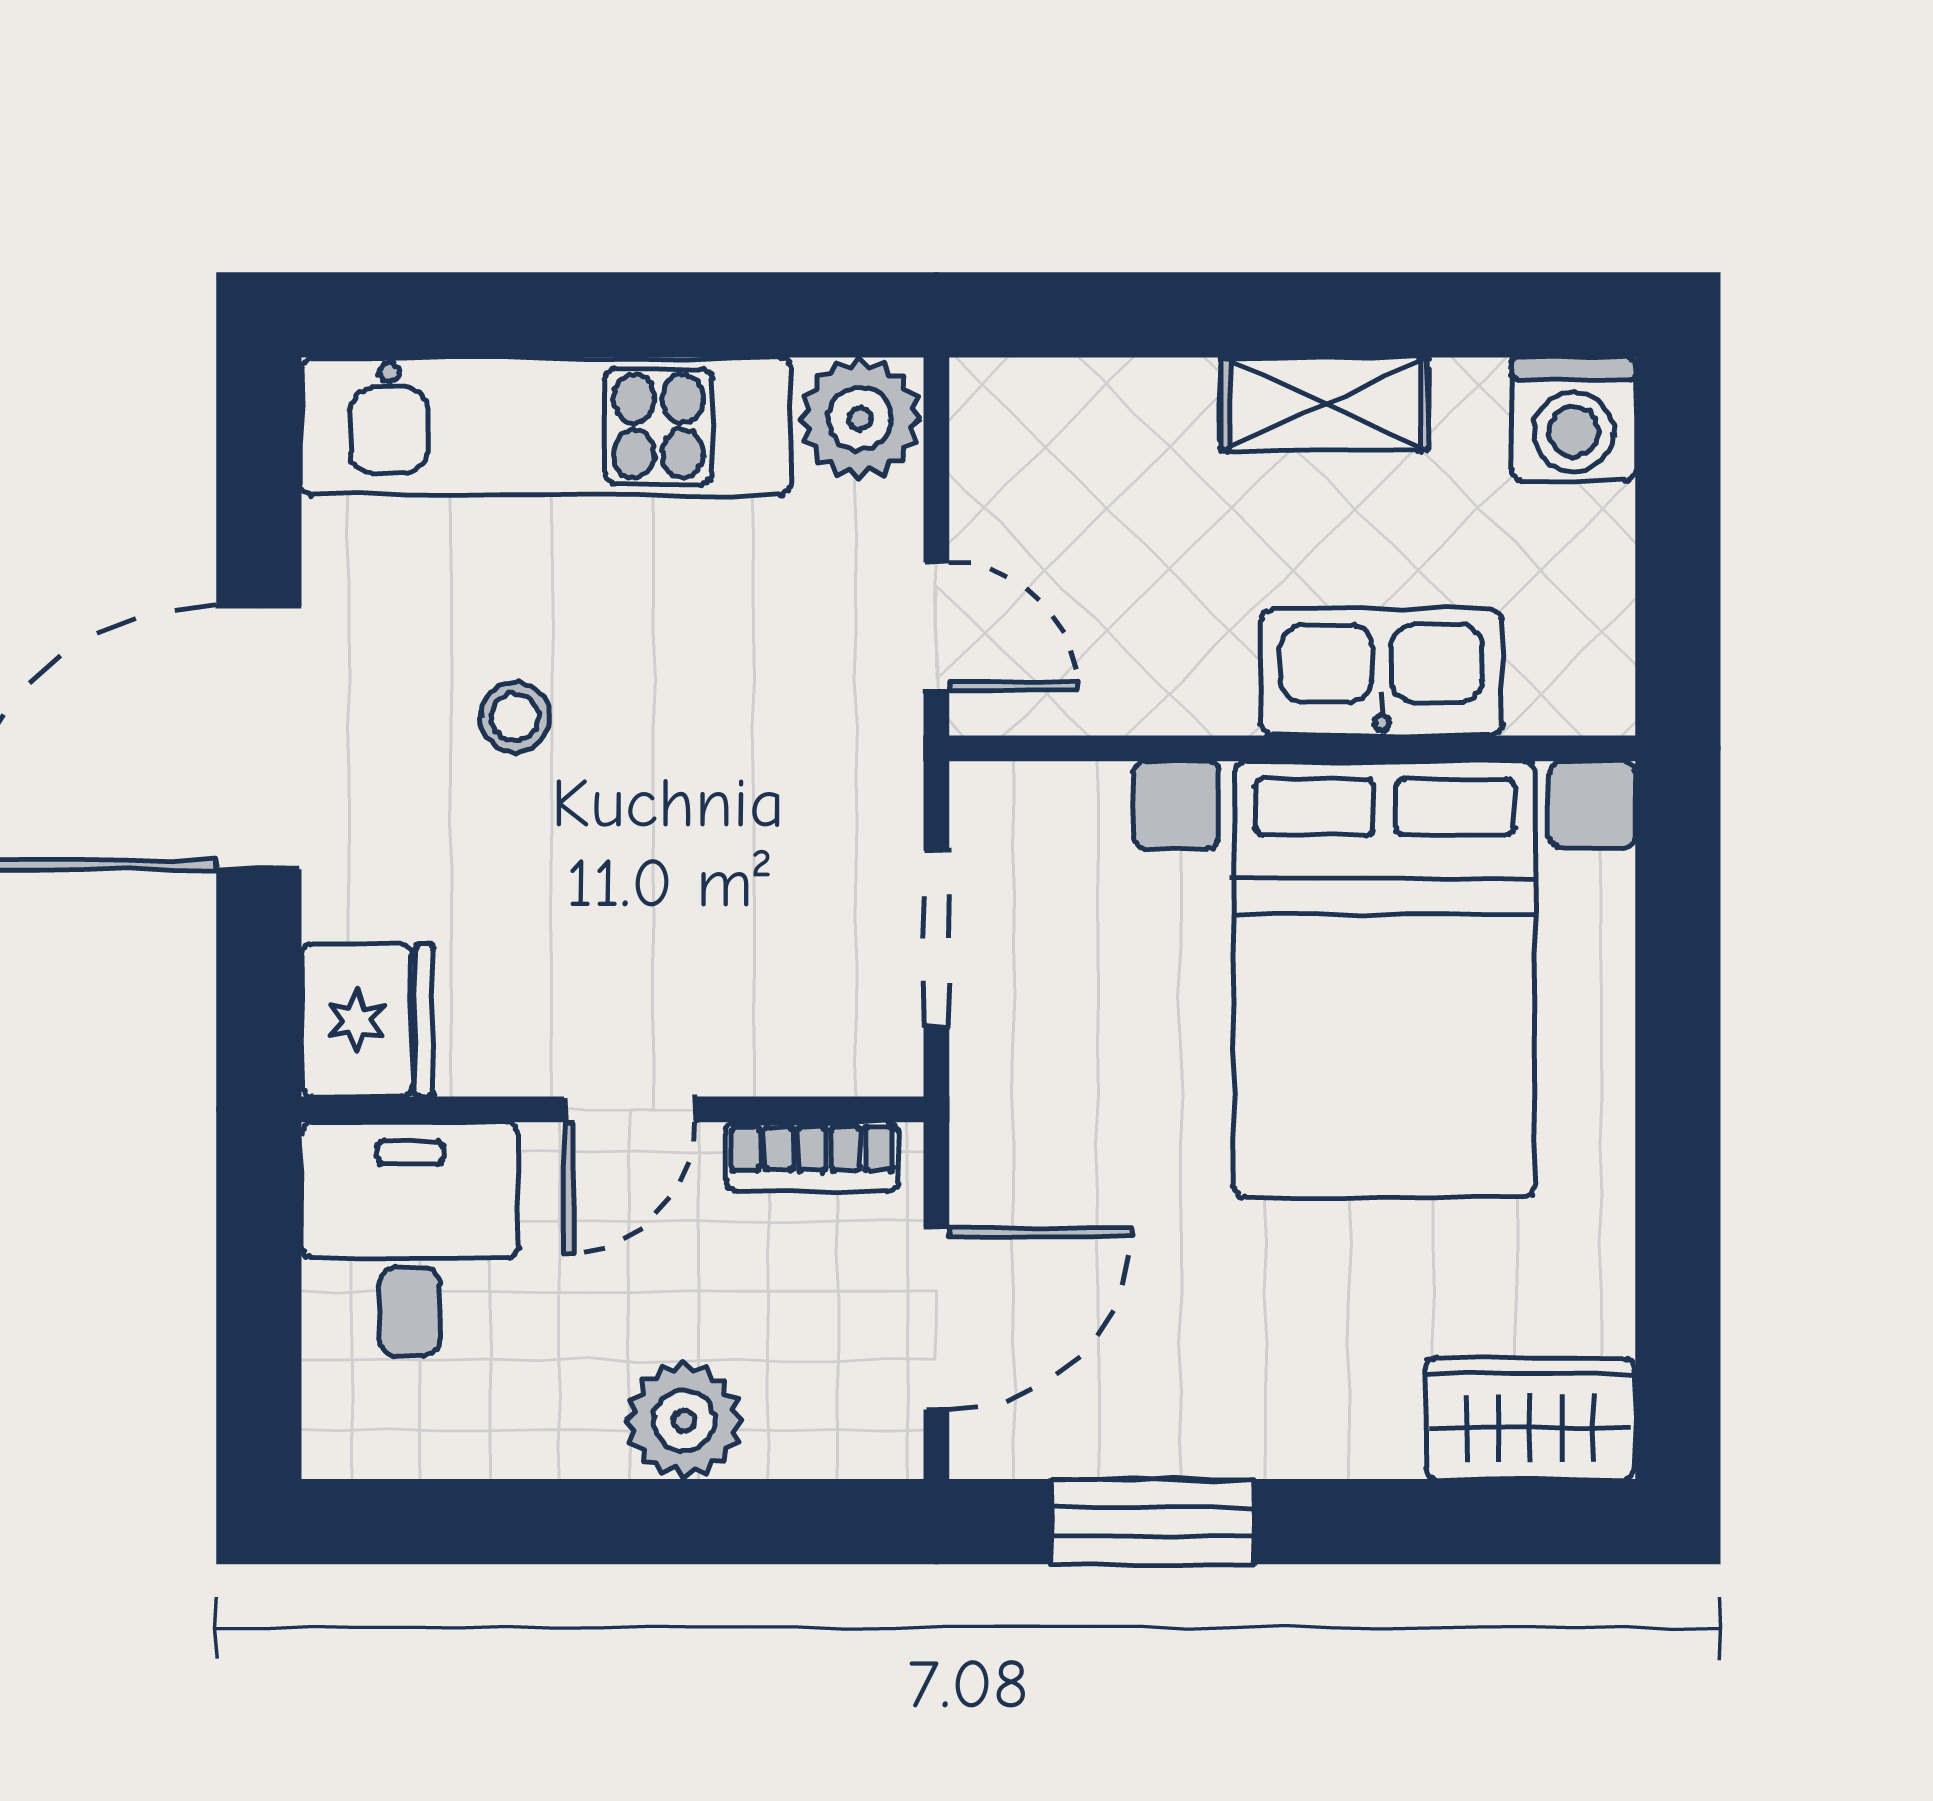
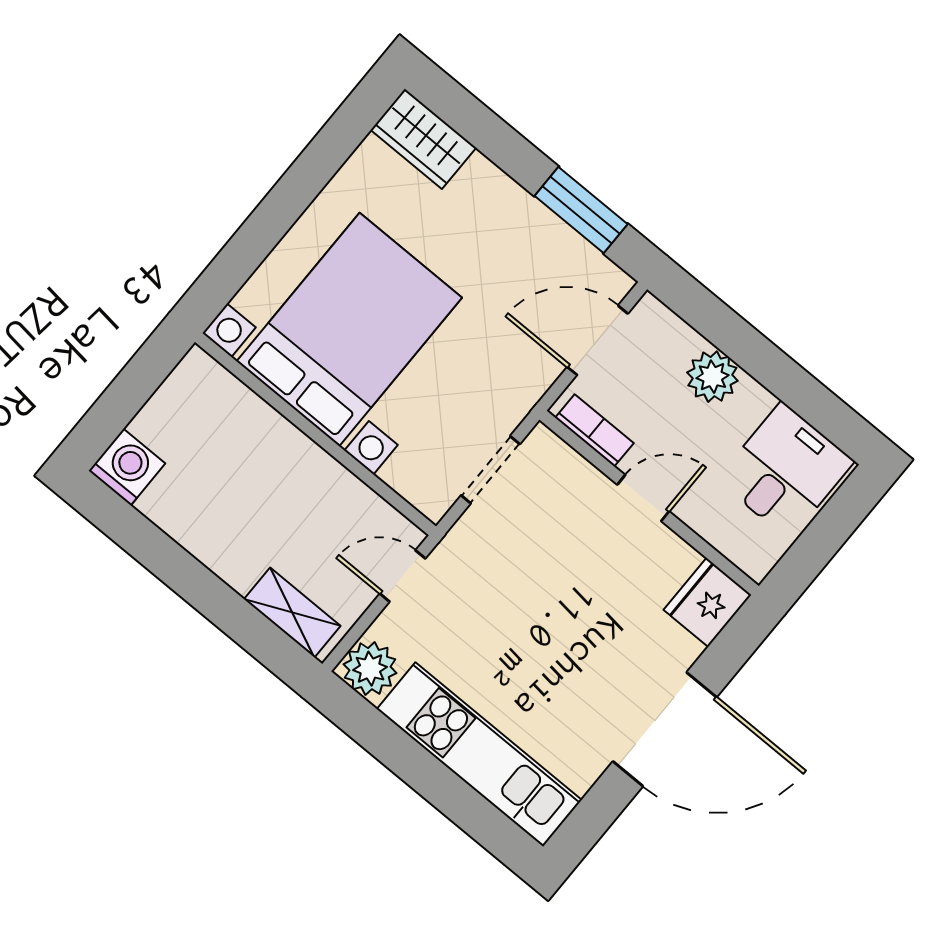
shelving: (1325, 404) -> (292, 613), moved
door: (936, 627) -> (403, 576), hinge flipped
kitchen sink: (1382, 672) -> (264, 435), removed
stool: (515, 717) -> (572, 664), removed
desk: (410, 1239) -> (785, 470), moved, turned 180

